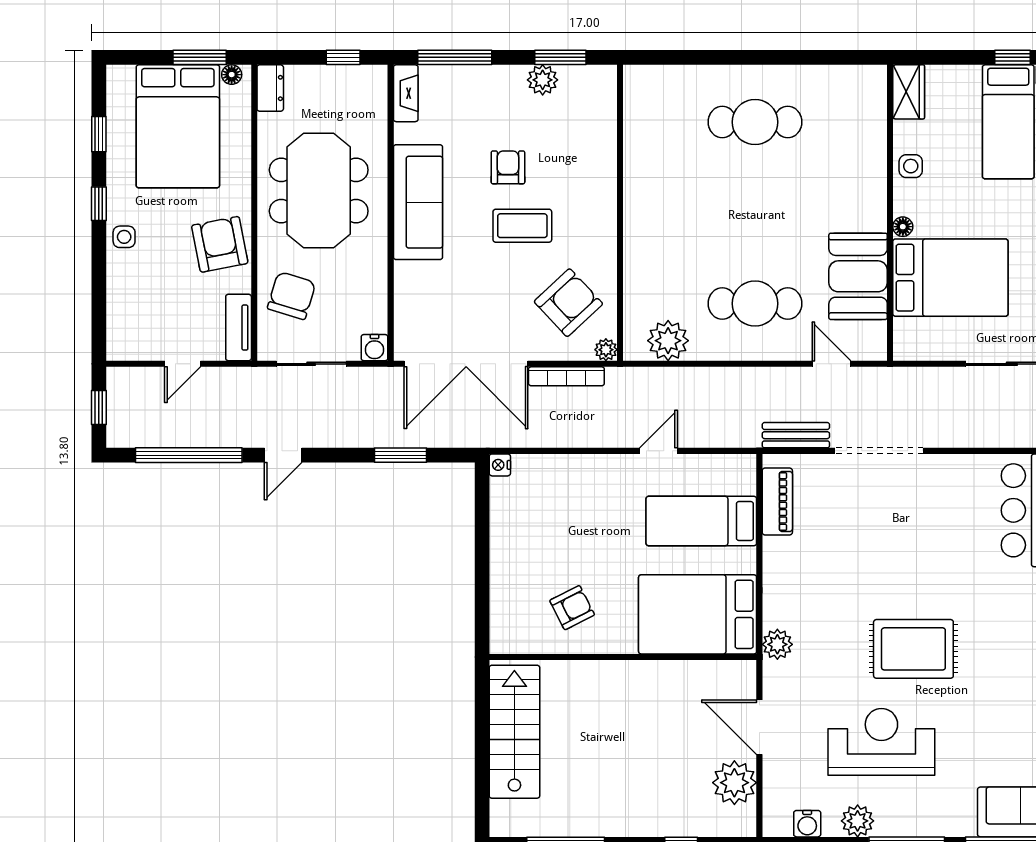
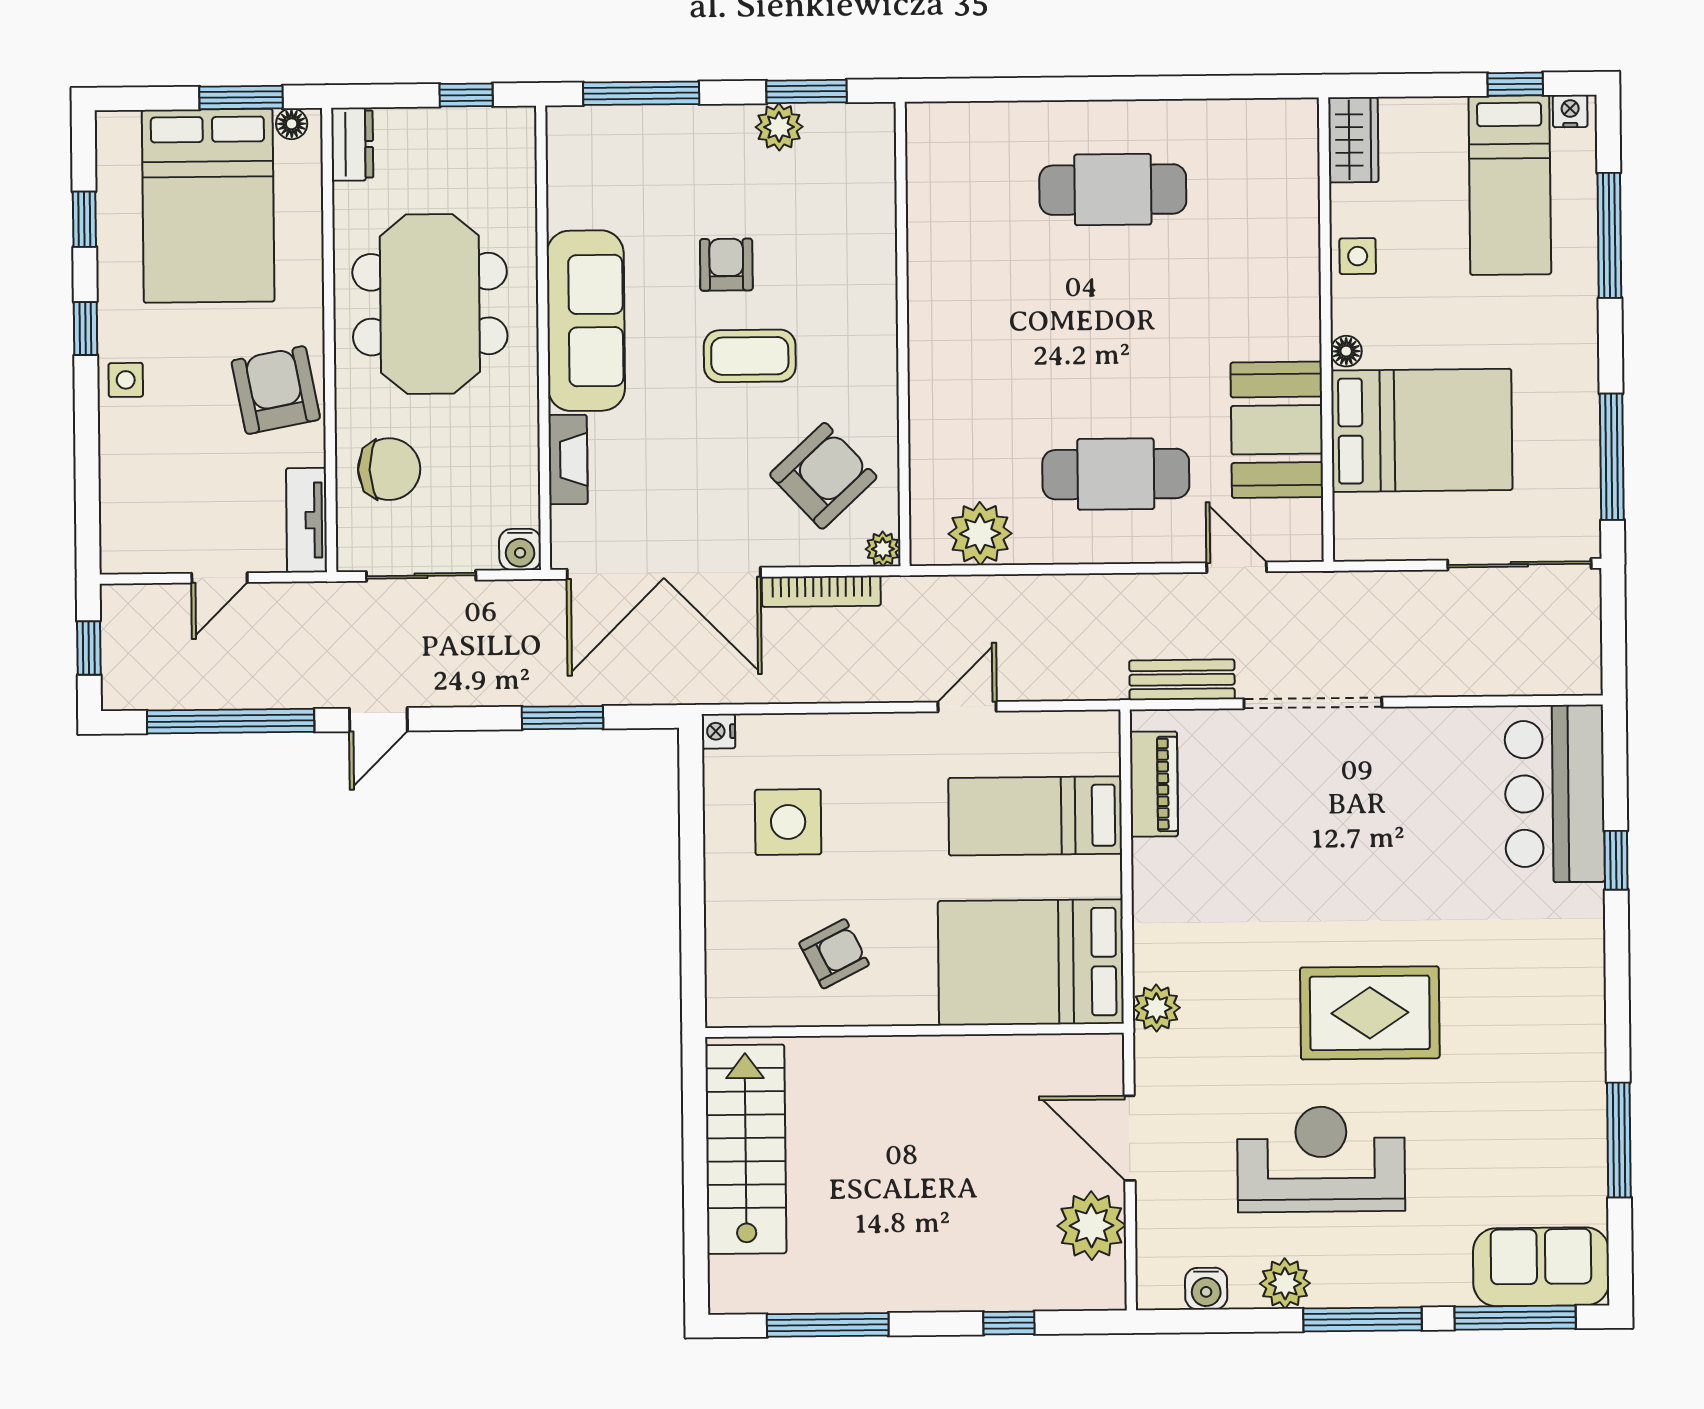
fireplace: (406, 93) -> (568, 460), moved
chair: (292, 296) -> (389, 469), turned 72
side table: (544, 523) -> (788, 822), added

